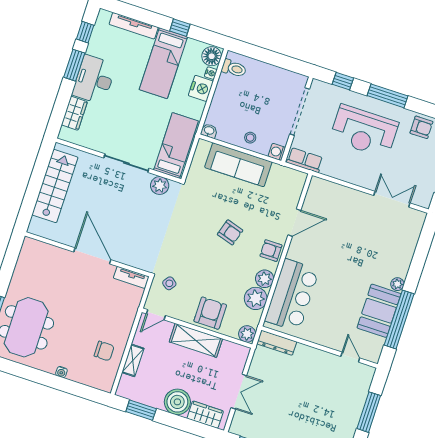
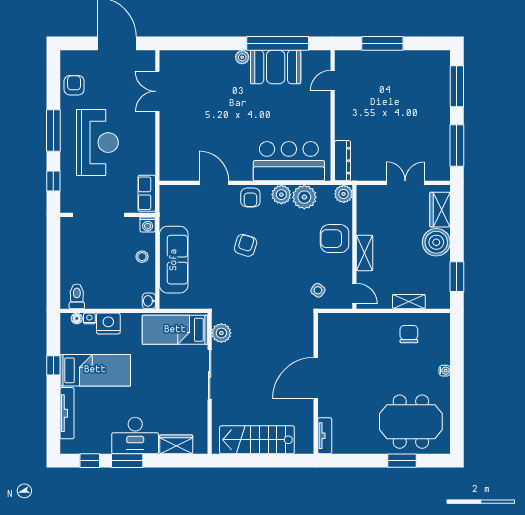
floor lamp: (212, 56) -> (77, 318), width x0.53, depth x0.53
tv unit: (131, 277) -> (325, 436), moved
shelving: (196, 340) -> (365, 253), width x0.67, depth x0.75

